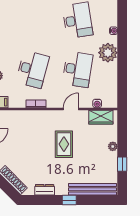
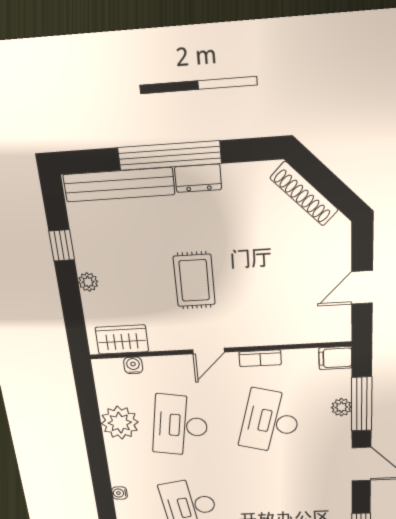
plant: (108, 53) -> (120, 423), moved
door: (71, 109) -> (209, 351), moved
dresser: (45, 190) -> (198, 178), moved
window: (69, 200) -> (170, 156), width x3.17

